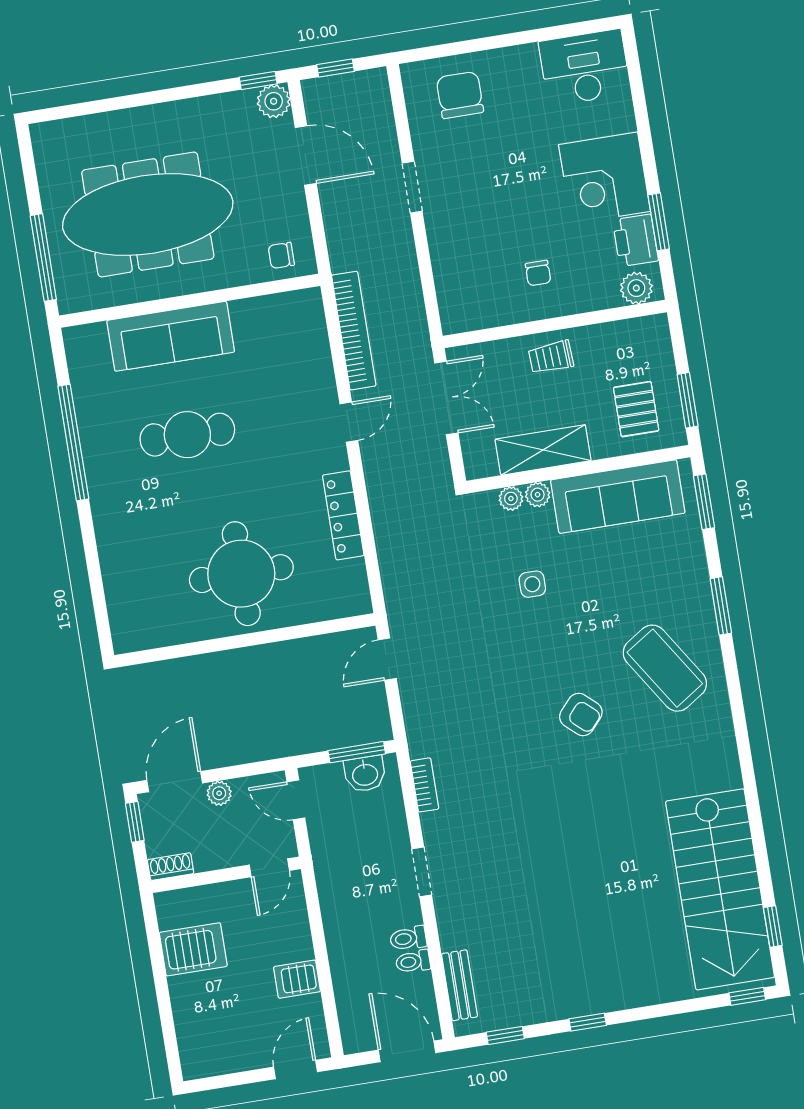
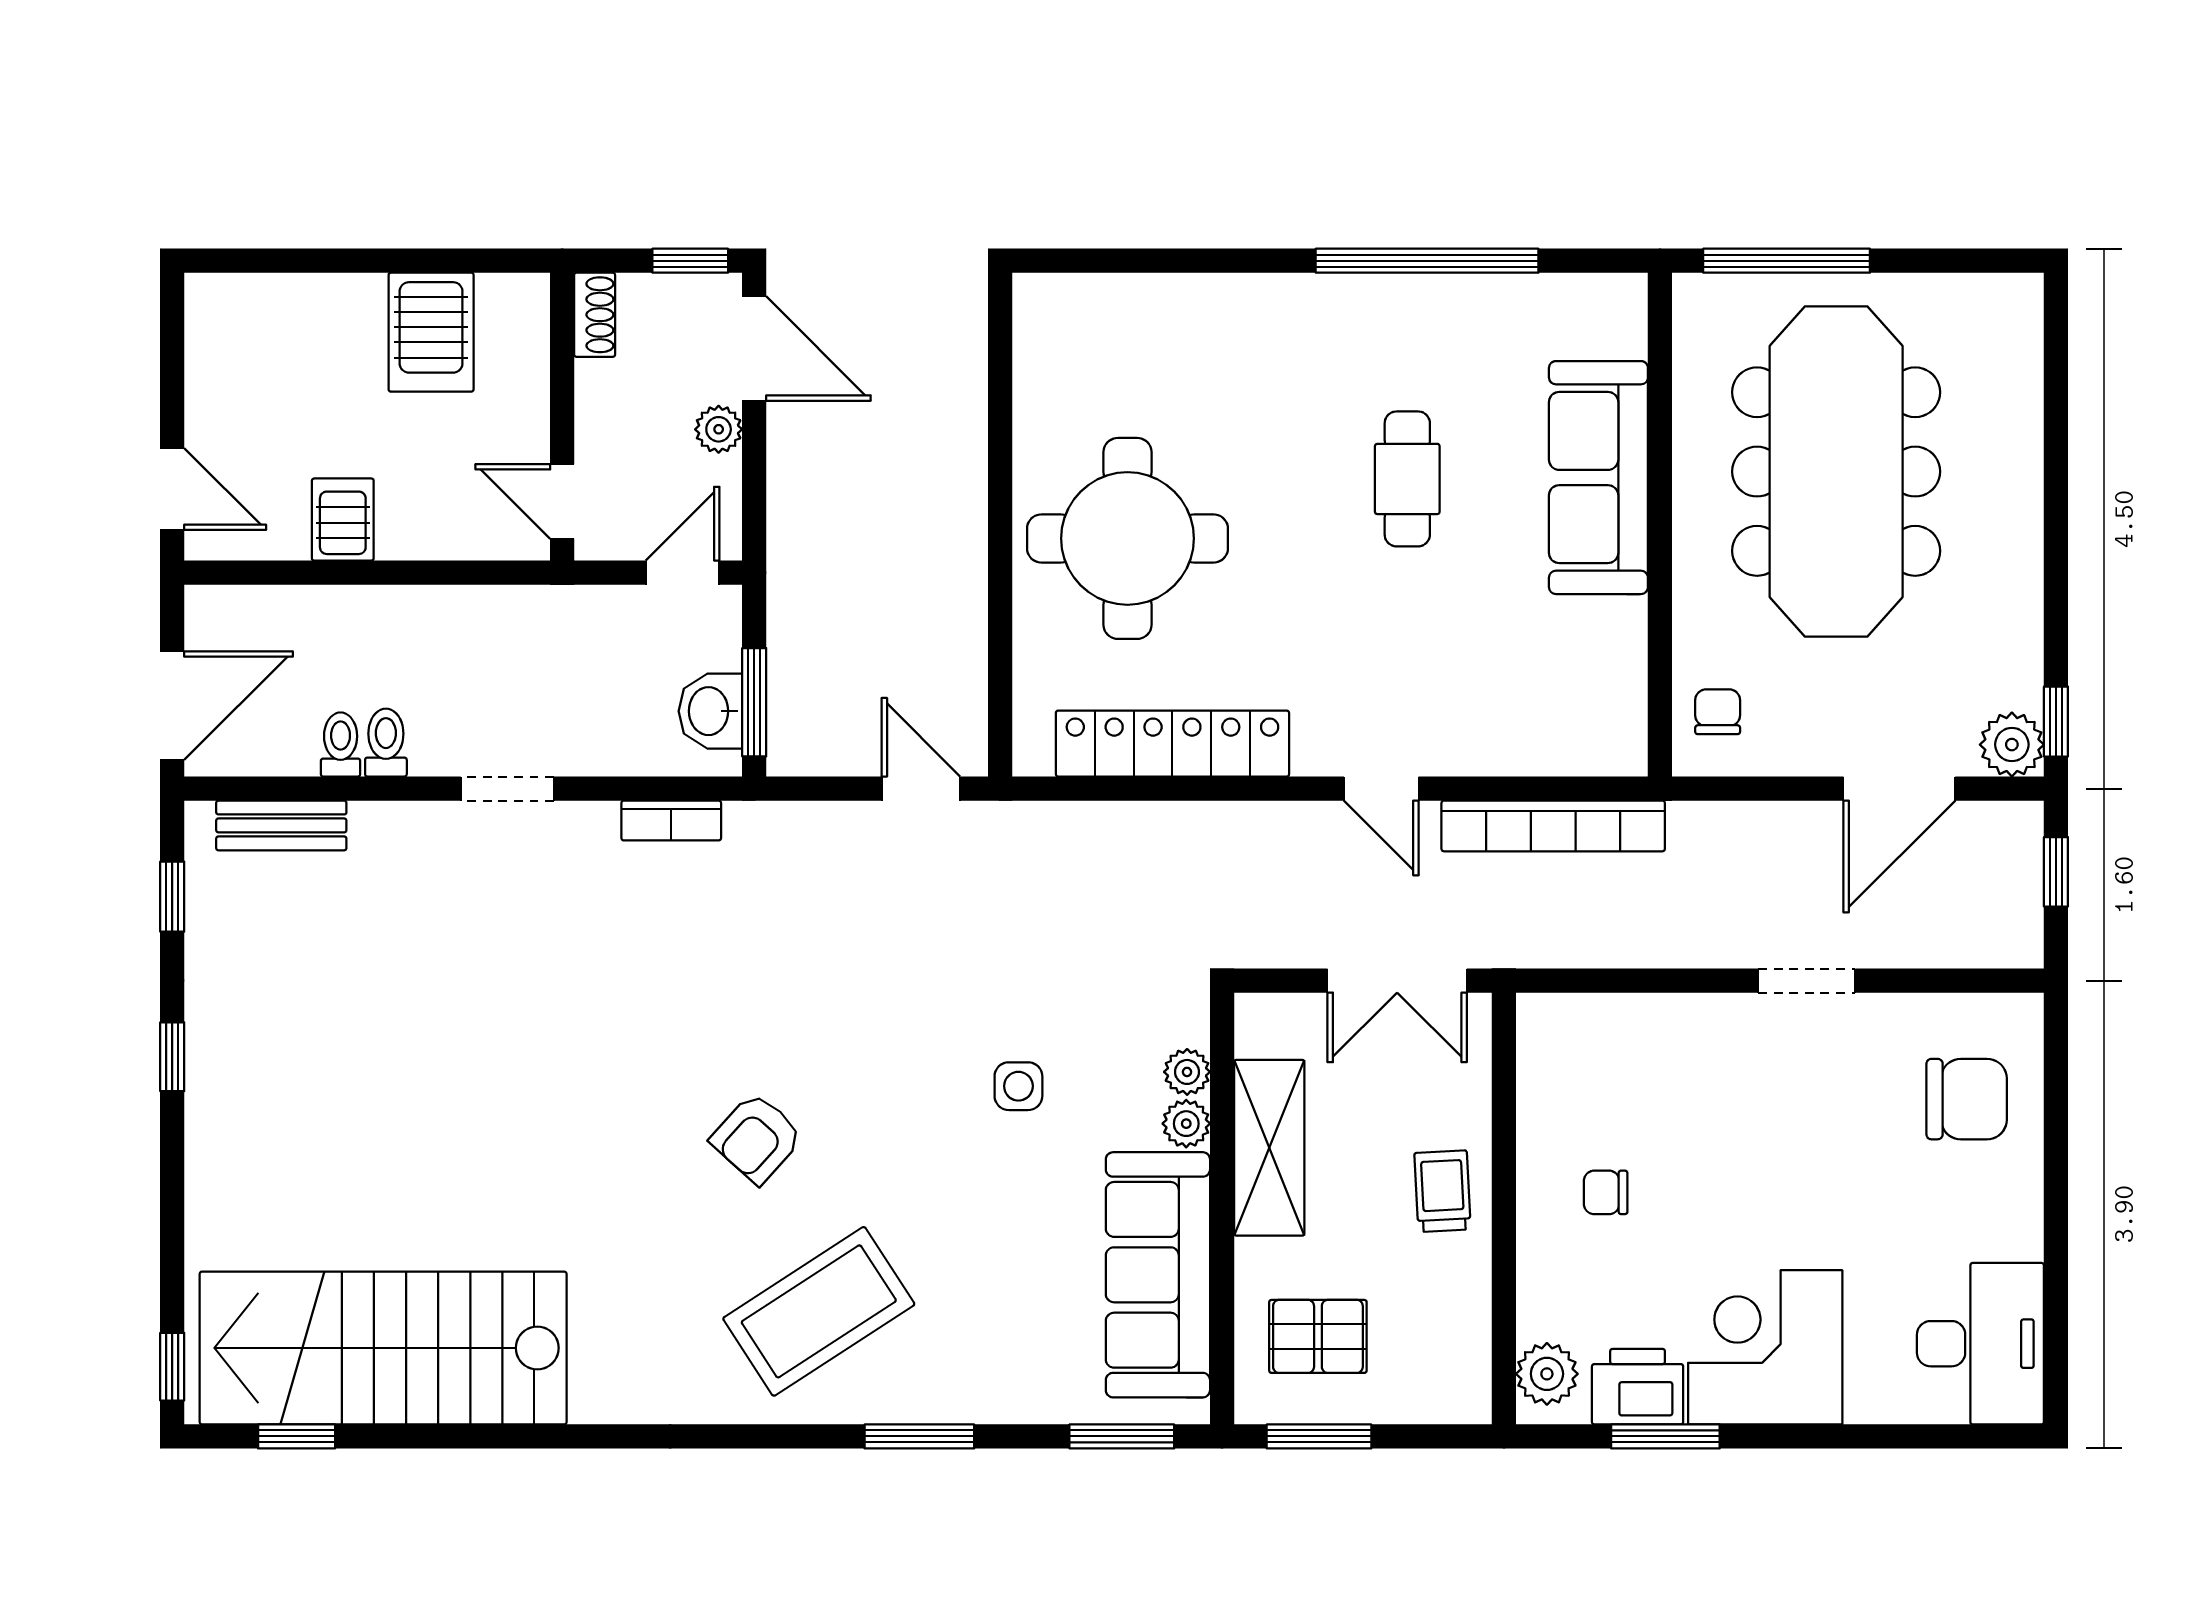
cafe table: (187, 435) -> (1407, 479), width x0.73, depth x0.74
locker: (343, 515) -> (1172, 744), width x1.41, depth x1.21

